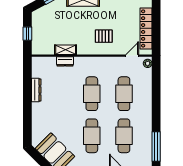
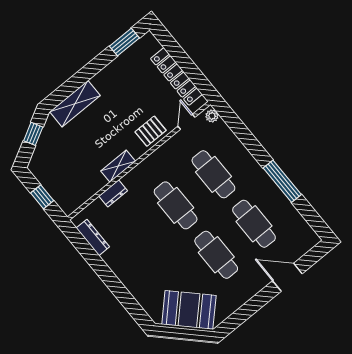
pallet: (104, 36) -> (151, 131), moved
shelving: (66, 50) -> (118, 166), moved
dresser: (36, 90) -> (93, 237), moved
window: (156, 147) -> (282, 181), moved

